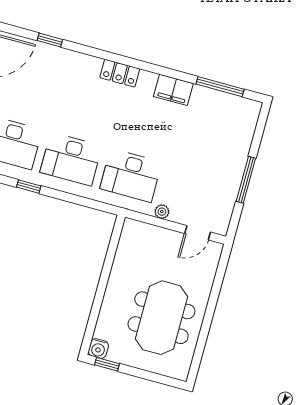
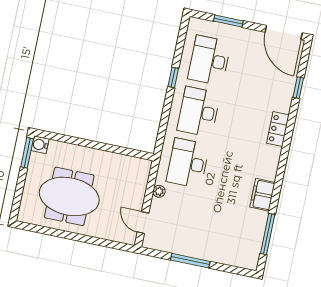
locker: (120, 73) -> (278, 129), moved
window: (107, 364) -> (27, 153), width x1.50

